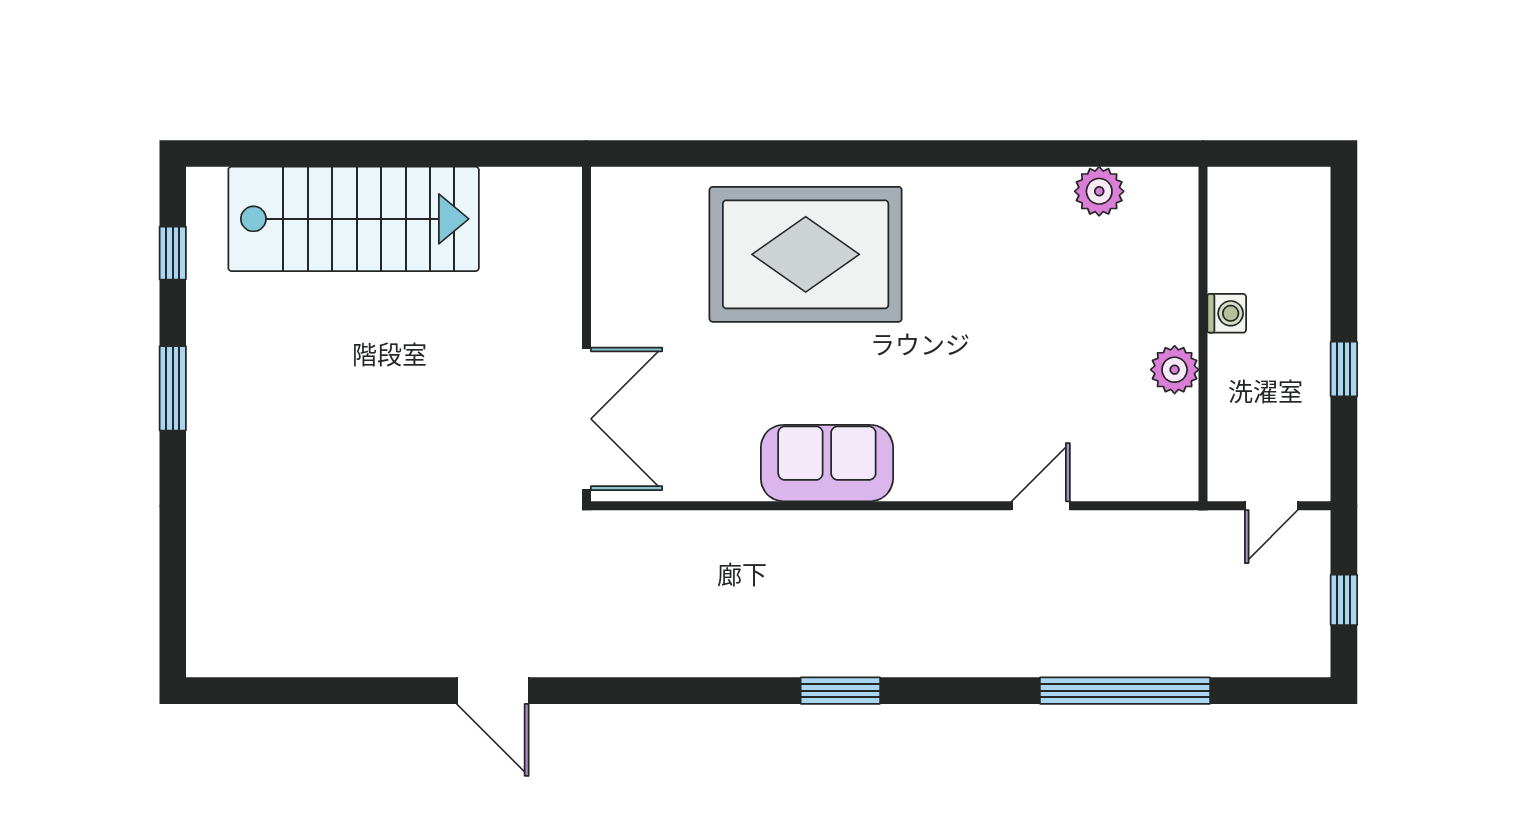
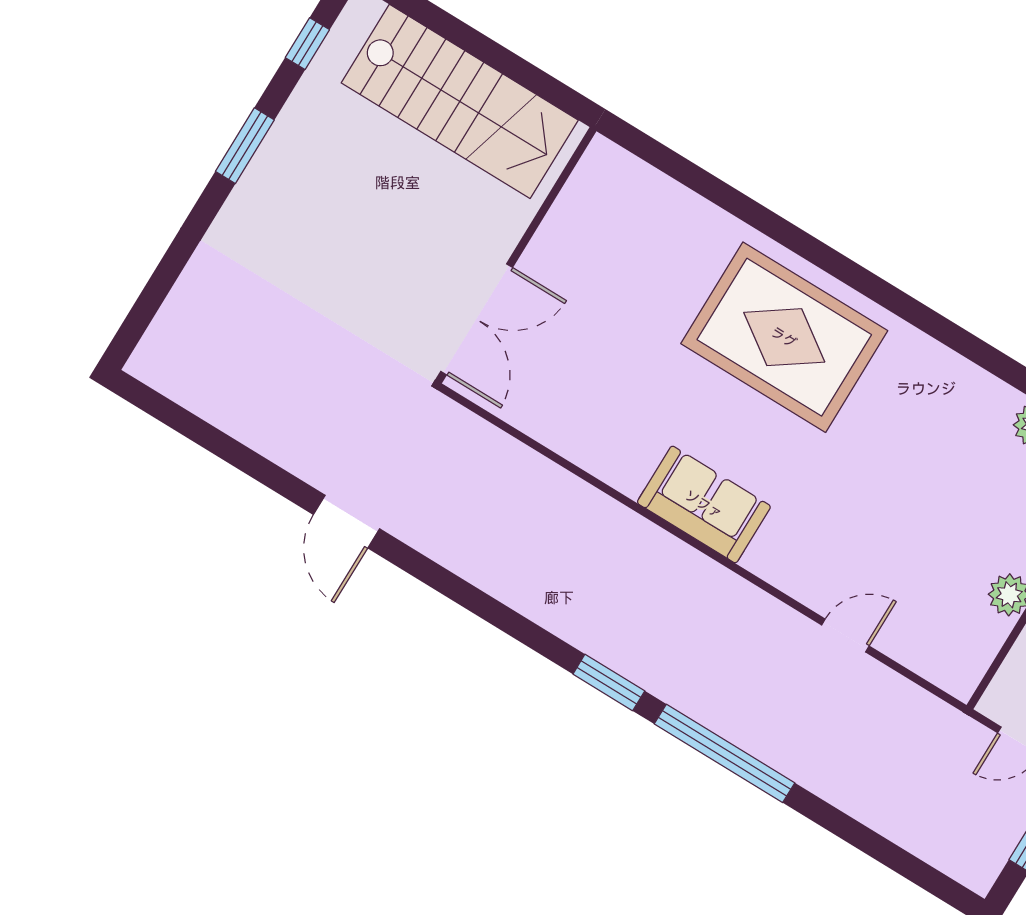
wall: (587, 334) -> (516, 255), moved
double door: (587, 419) -> (477, 319), moved
window: (1125, 691) -> (725, 753), moved

